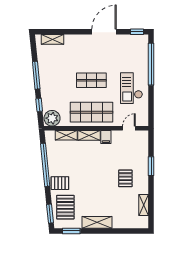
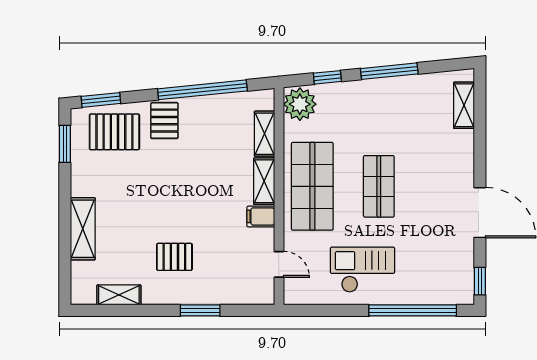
shelving: (97, 222) -> (83, 229), moved

